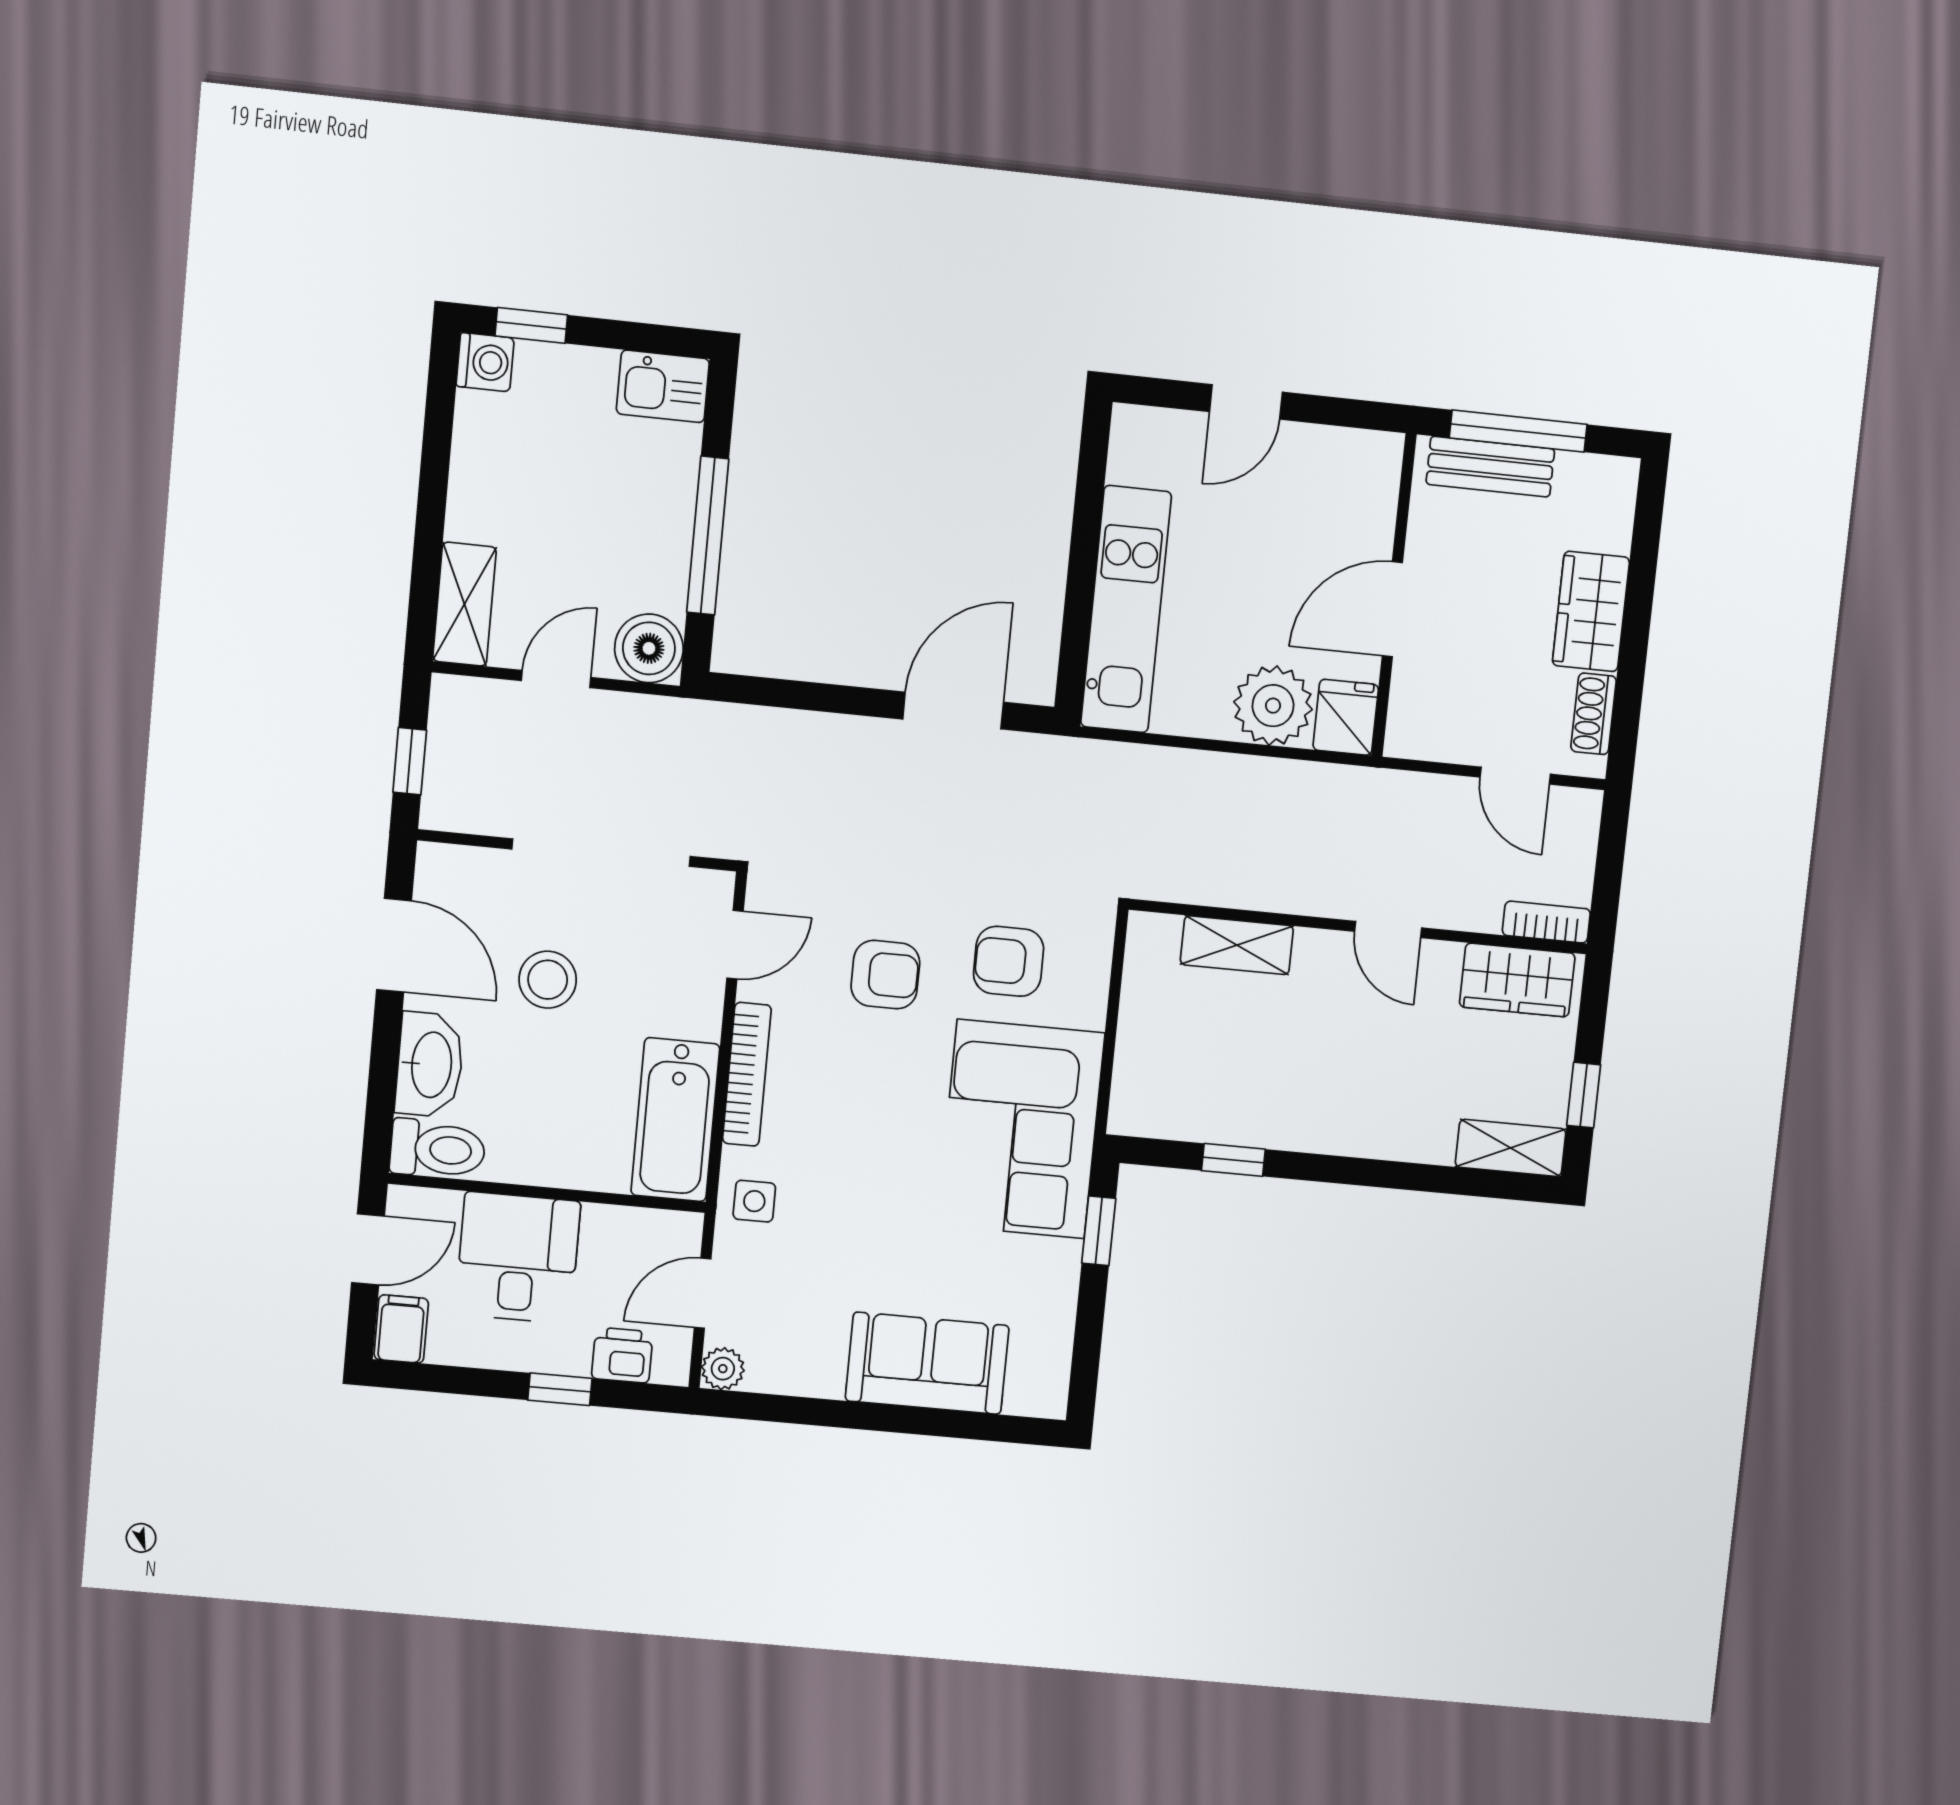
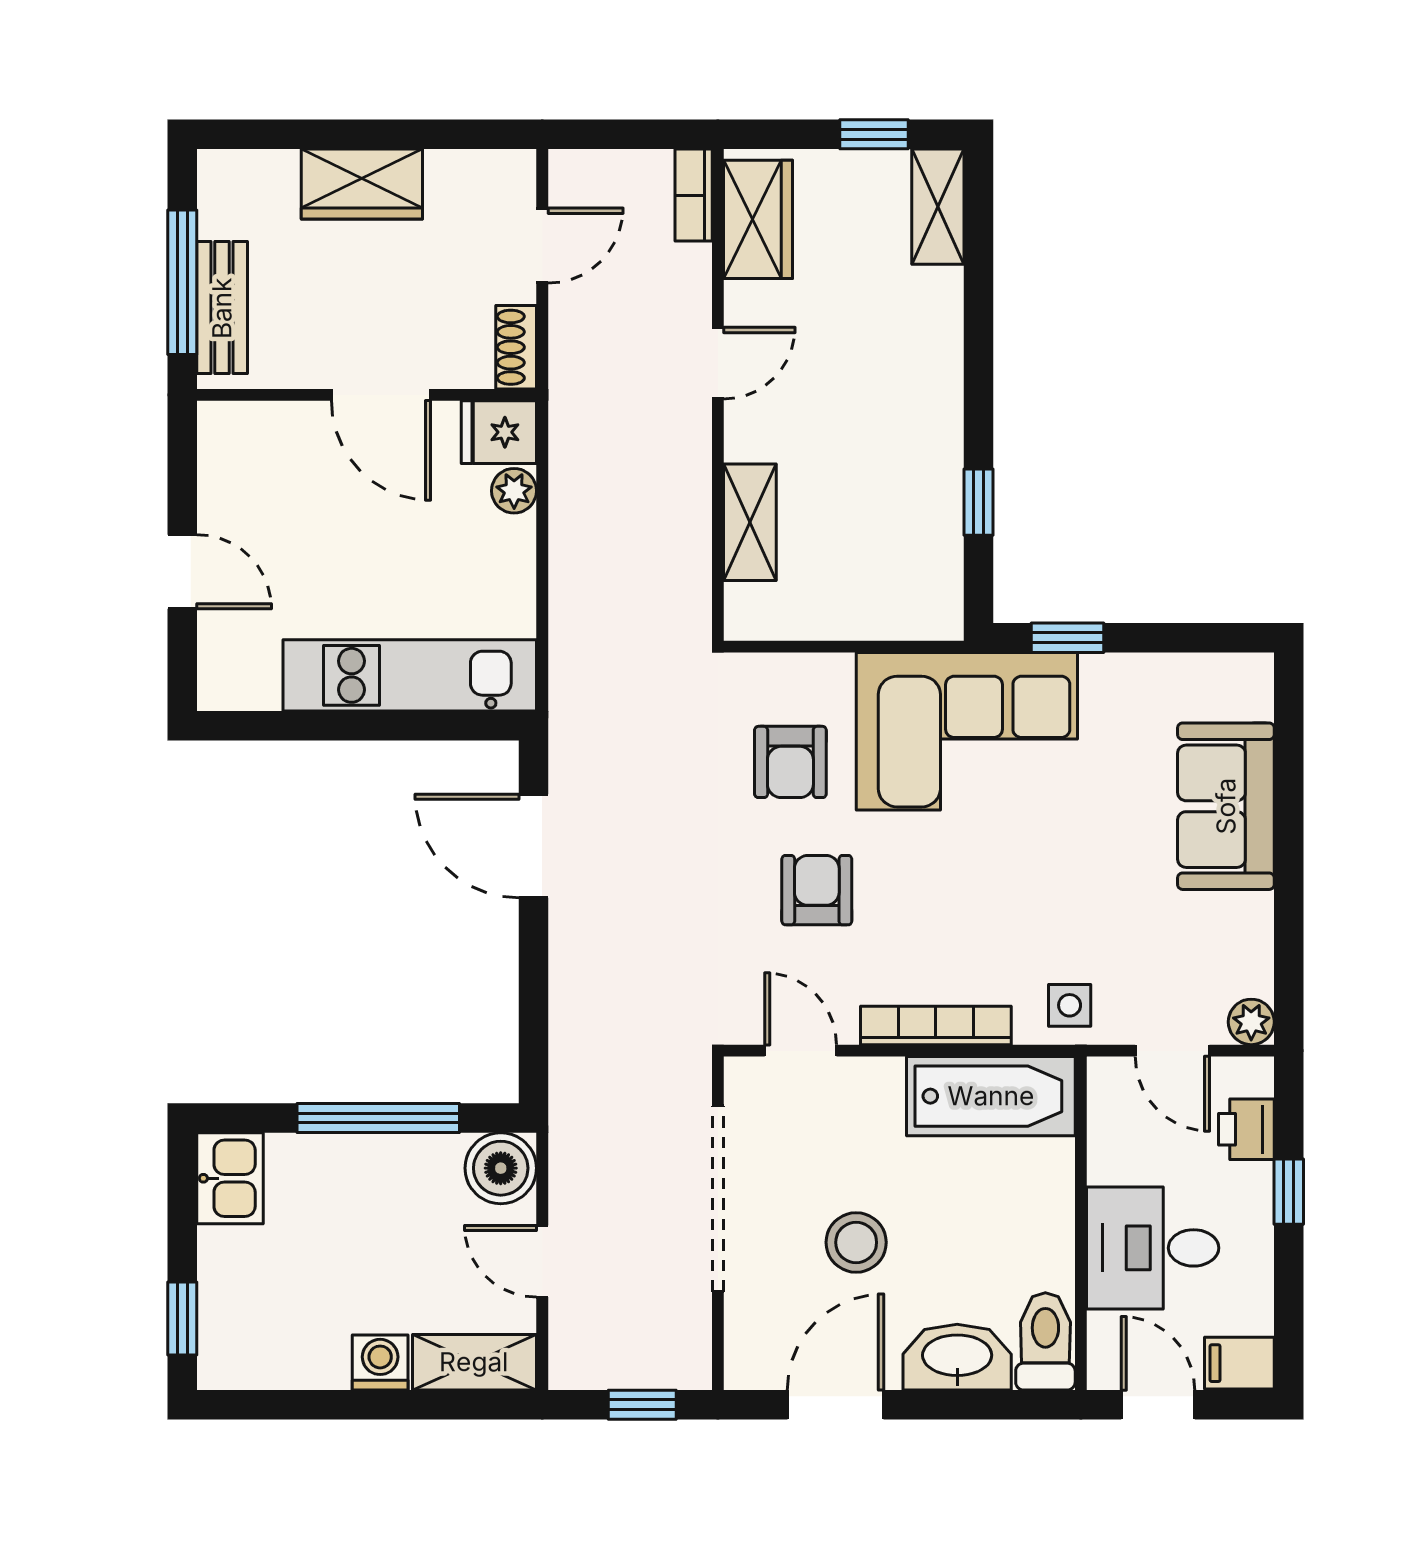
washing machine: (485, 362) -> (380, 1362), moved
plant: (1273, 706) -> (514, 491), width x0.53, depth x0.53
shoe rack: (1594, 714) -> (516, 347), moved, turned 90

